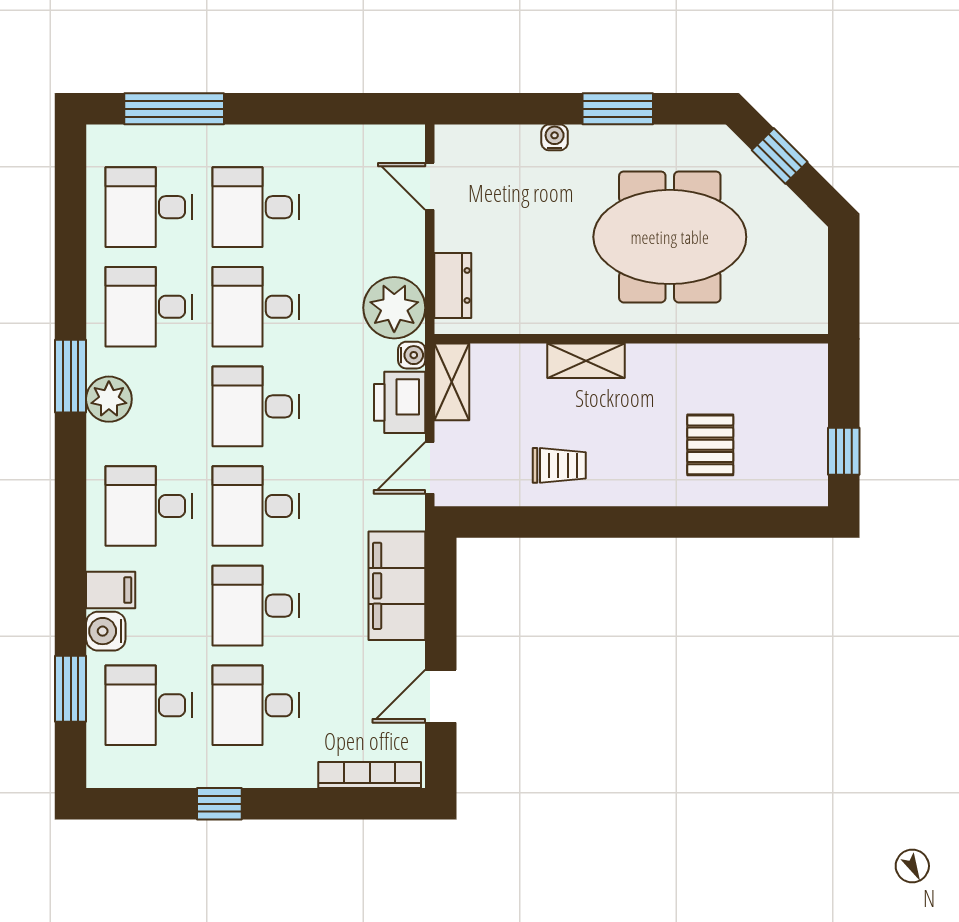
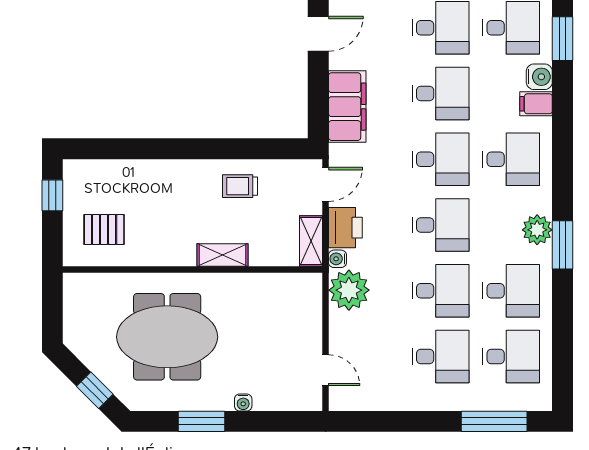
dresser: (453, 285) -> (310, 305), removed
pallet: (710, 445) -> (104, 230), moved, turned 90

